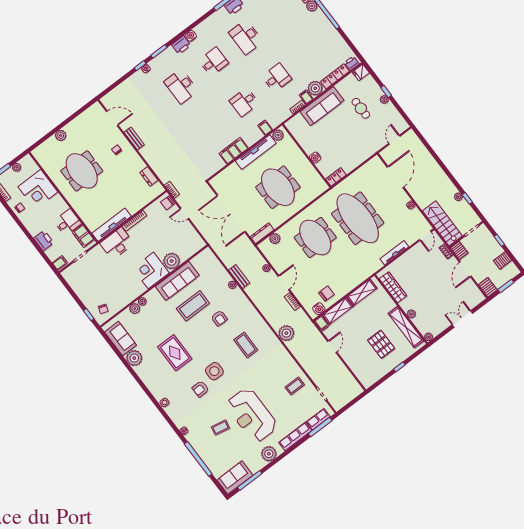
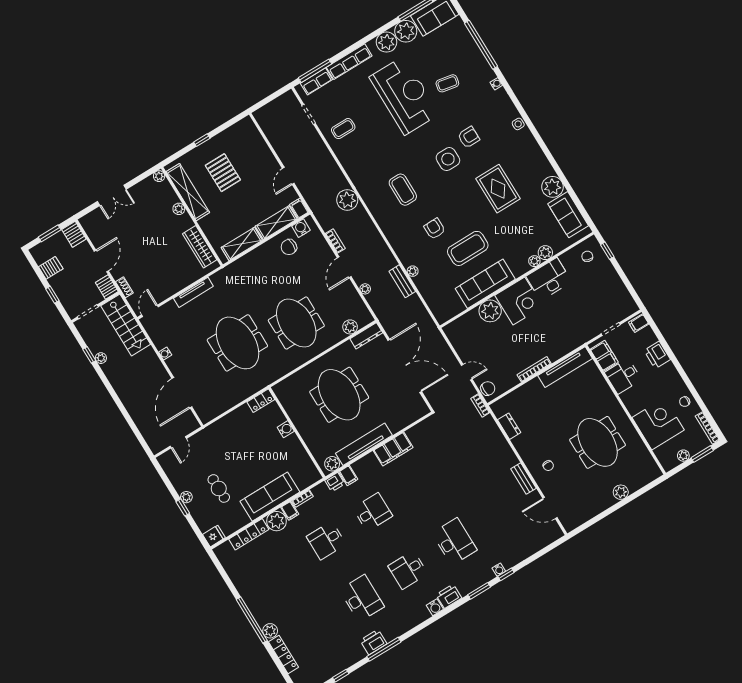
printer: (352, 63) -> (335, 482), moved
meeting table: (358, 218) -> (237, 343), width x0.73
desk: (117, 243) -> (549, 279), moved, turned 180
plant: (255, 463) -> (406, 31), added

